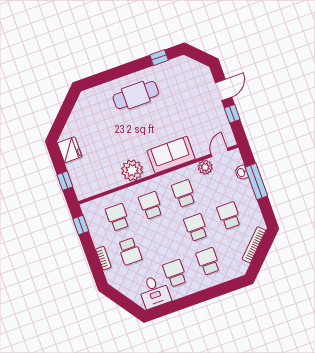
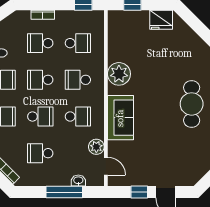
school desk: (151, 205) -> (78, 80), turned 180
school desk: (229, 216) -> (40, 153), turned 180
school desk: (163, 239) -> (40, 80), added

